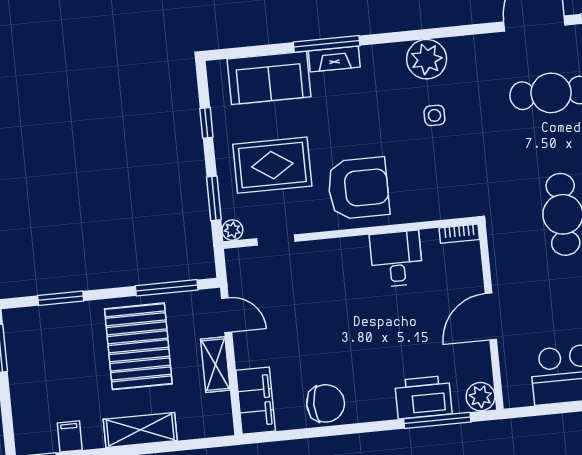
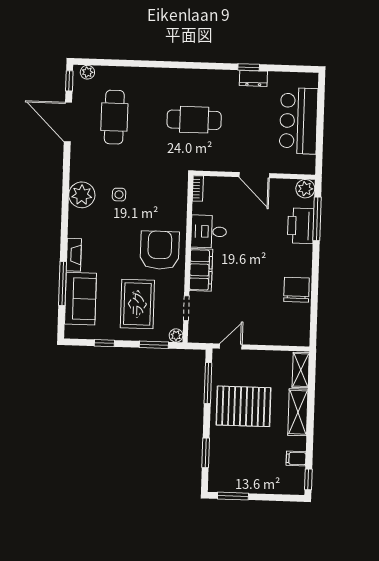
window: (327, 44) -> (63, 284), moved
shelving: (215, 365) -> (301, 370), moved, turned 90
filing cabinet: (256, 401) -> (201, 270), moved, turned 90

